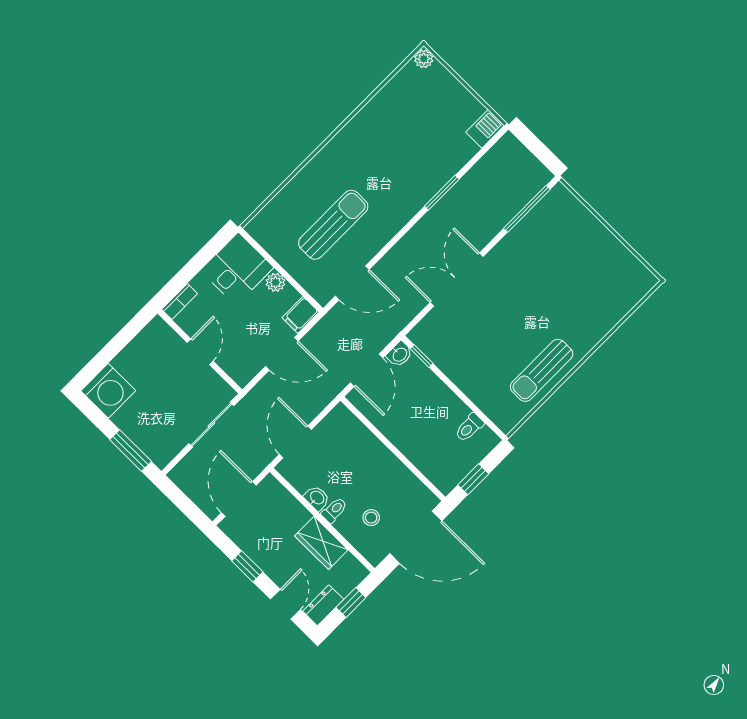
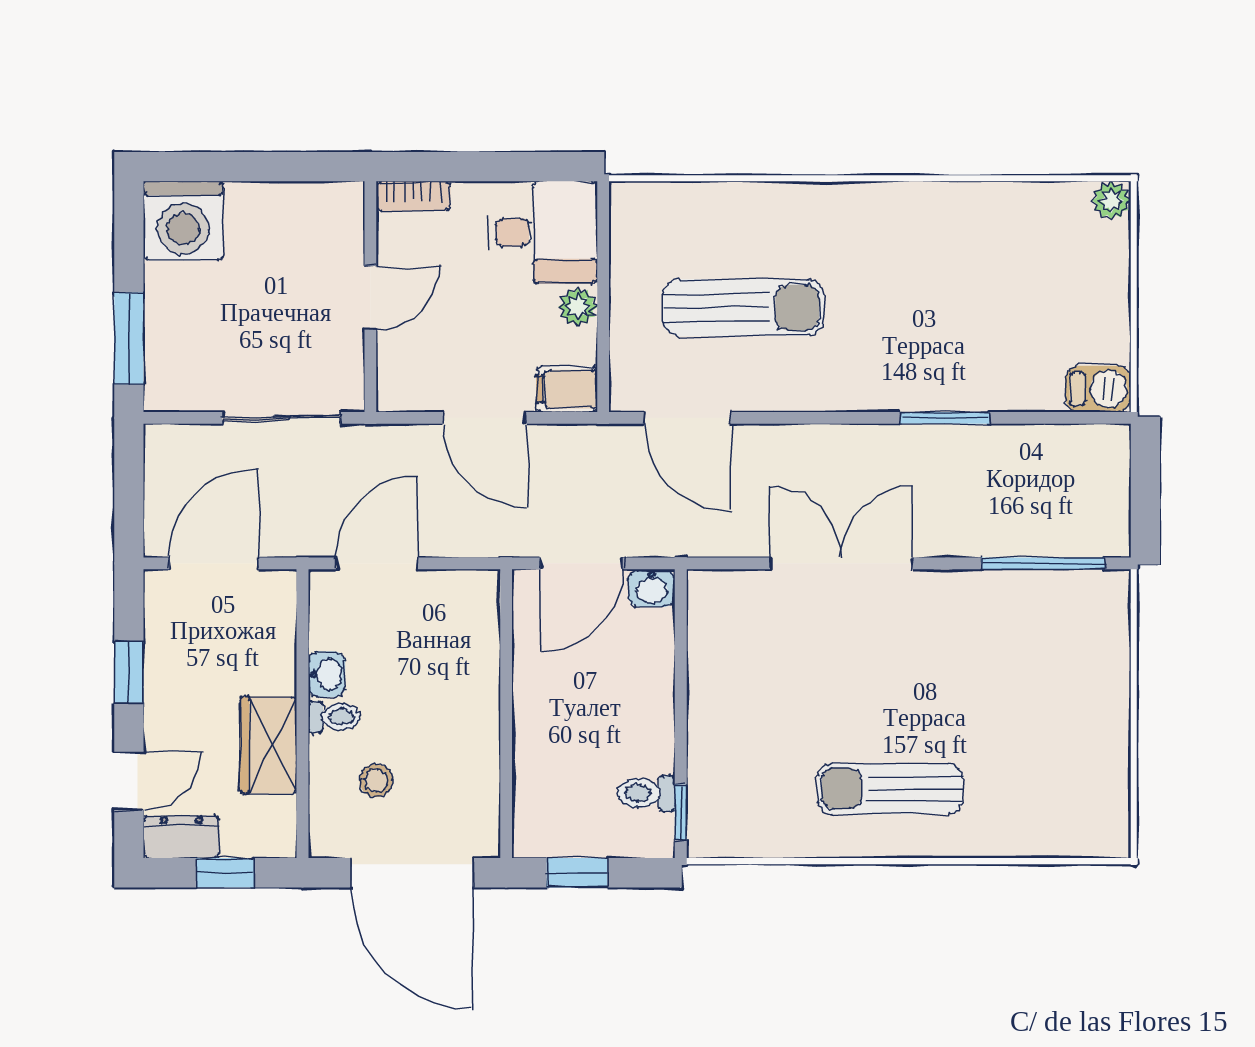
window: (422, 356) -> (681, 812), moved
sun lounger: (542, 370) -> (890, 789), moved

